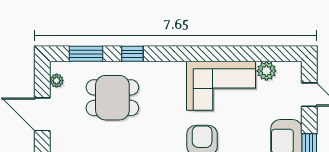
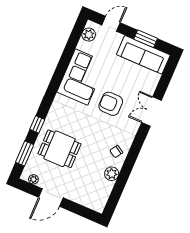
plant: (266, 71) -> (89, 35), moved
dining table: (112, 98) -> (59, 149), turned 90

